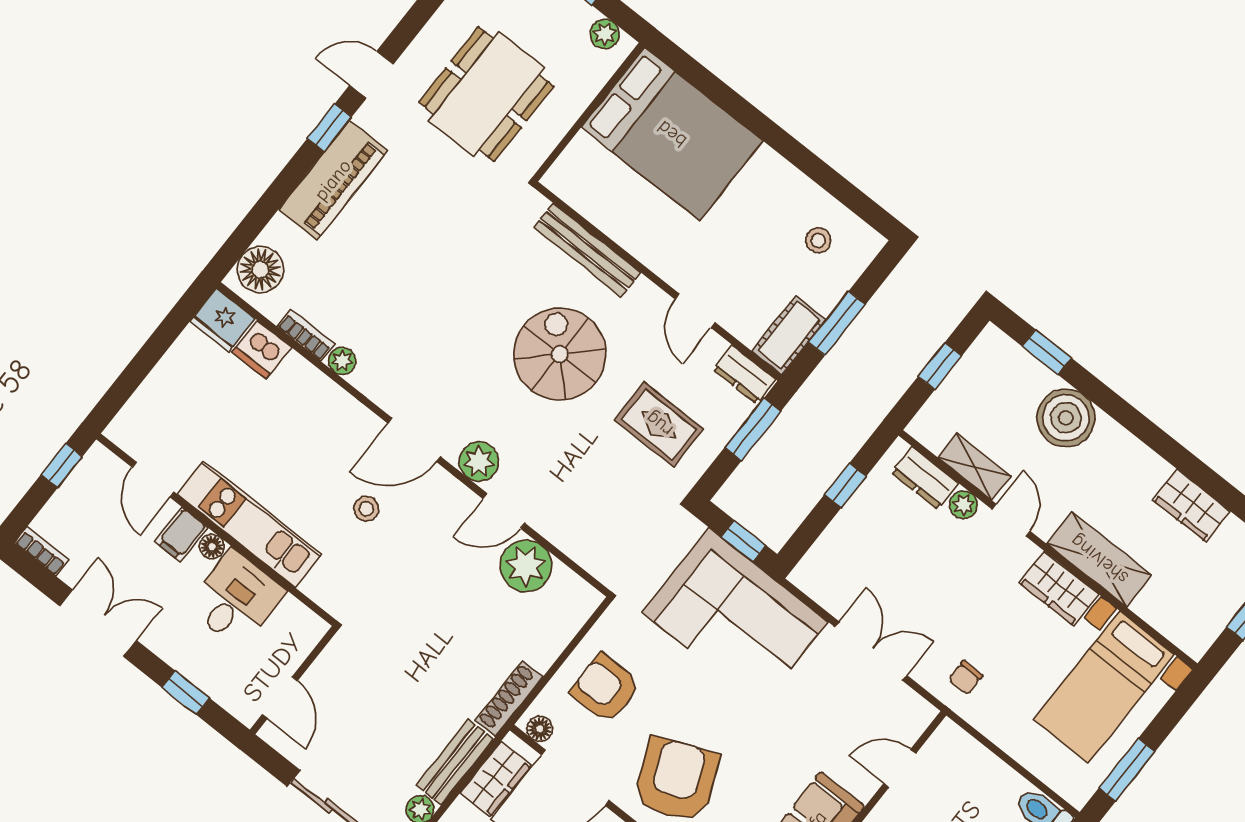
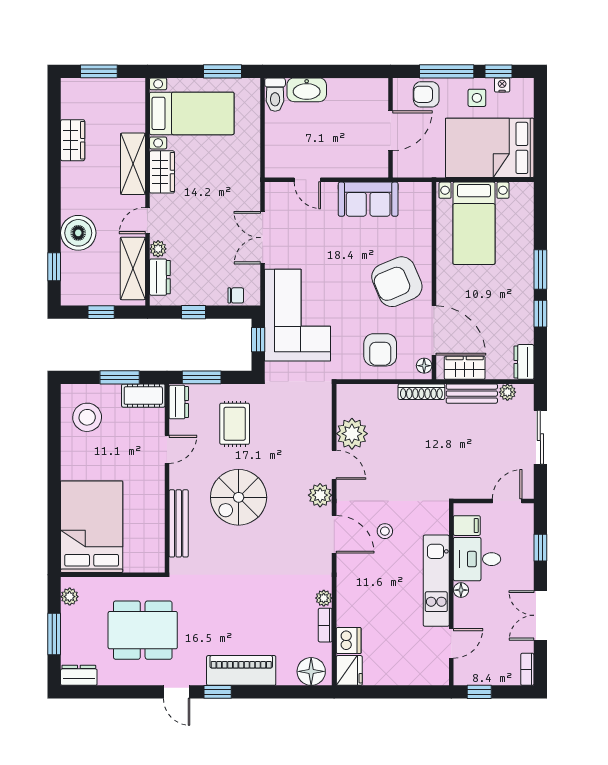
stool: (818, 240) -> (87, 417), width x1.89, depth x1.89
shelving: (974, 467) -> (133, 268), width x1.50, depth x1.33
filing cabinet: (181, 534) -> (467, 526), moved
chair: (966, 678) -> (236, 295), moved

